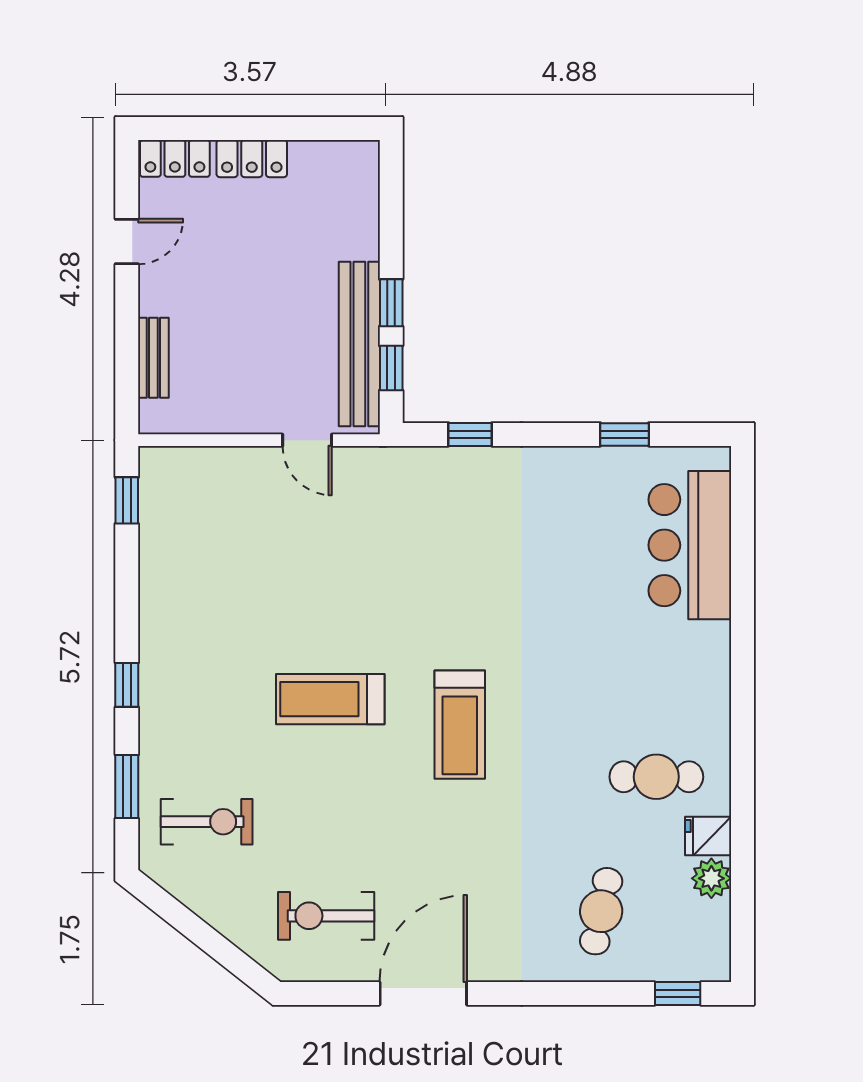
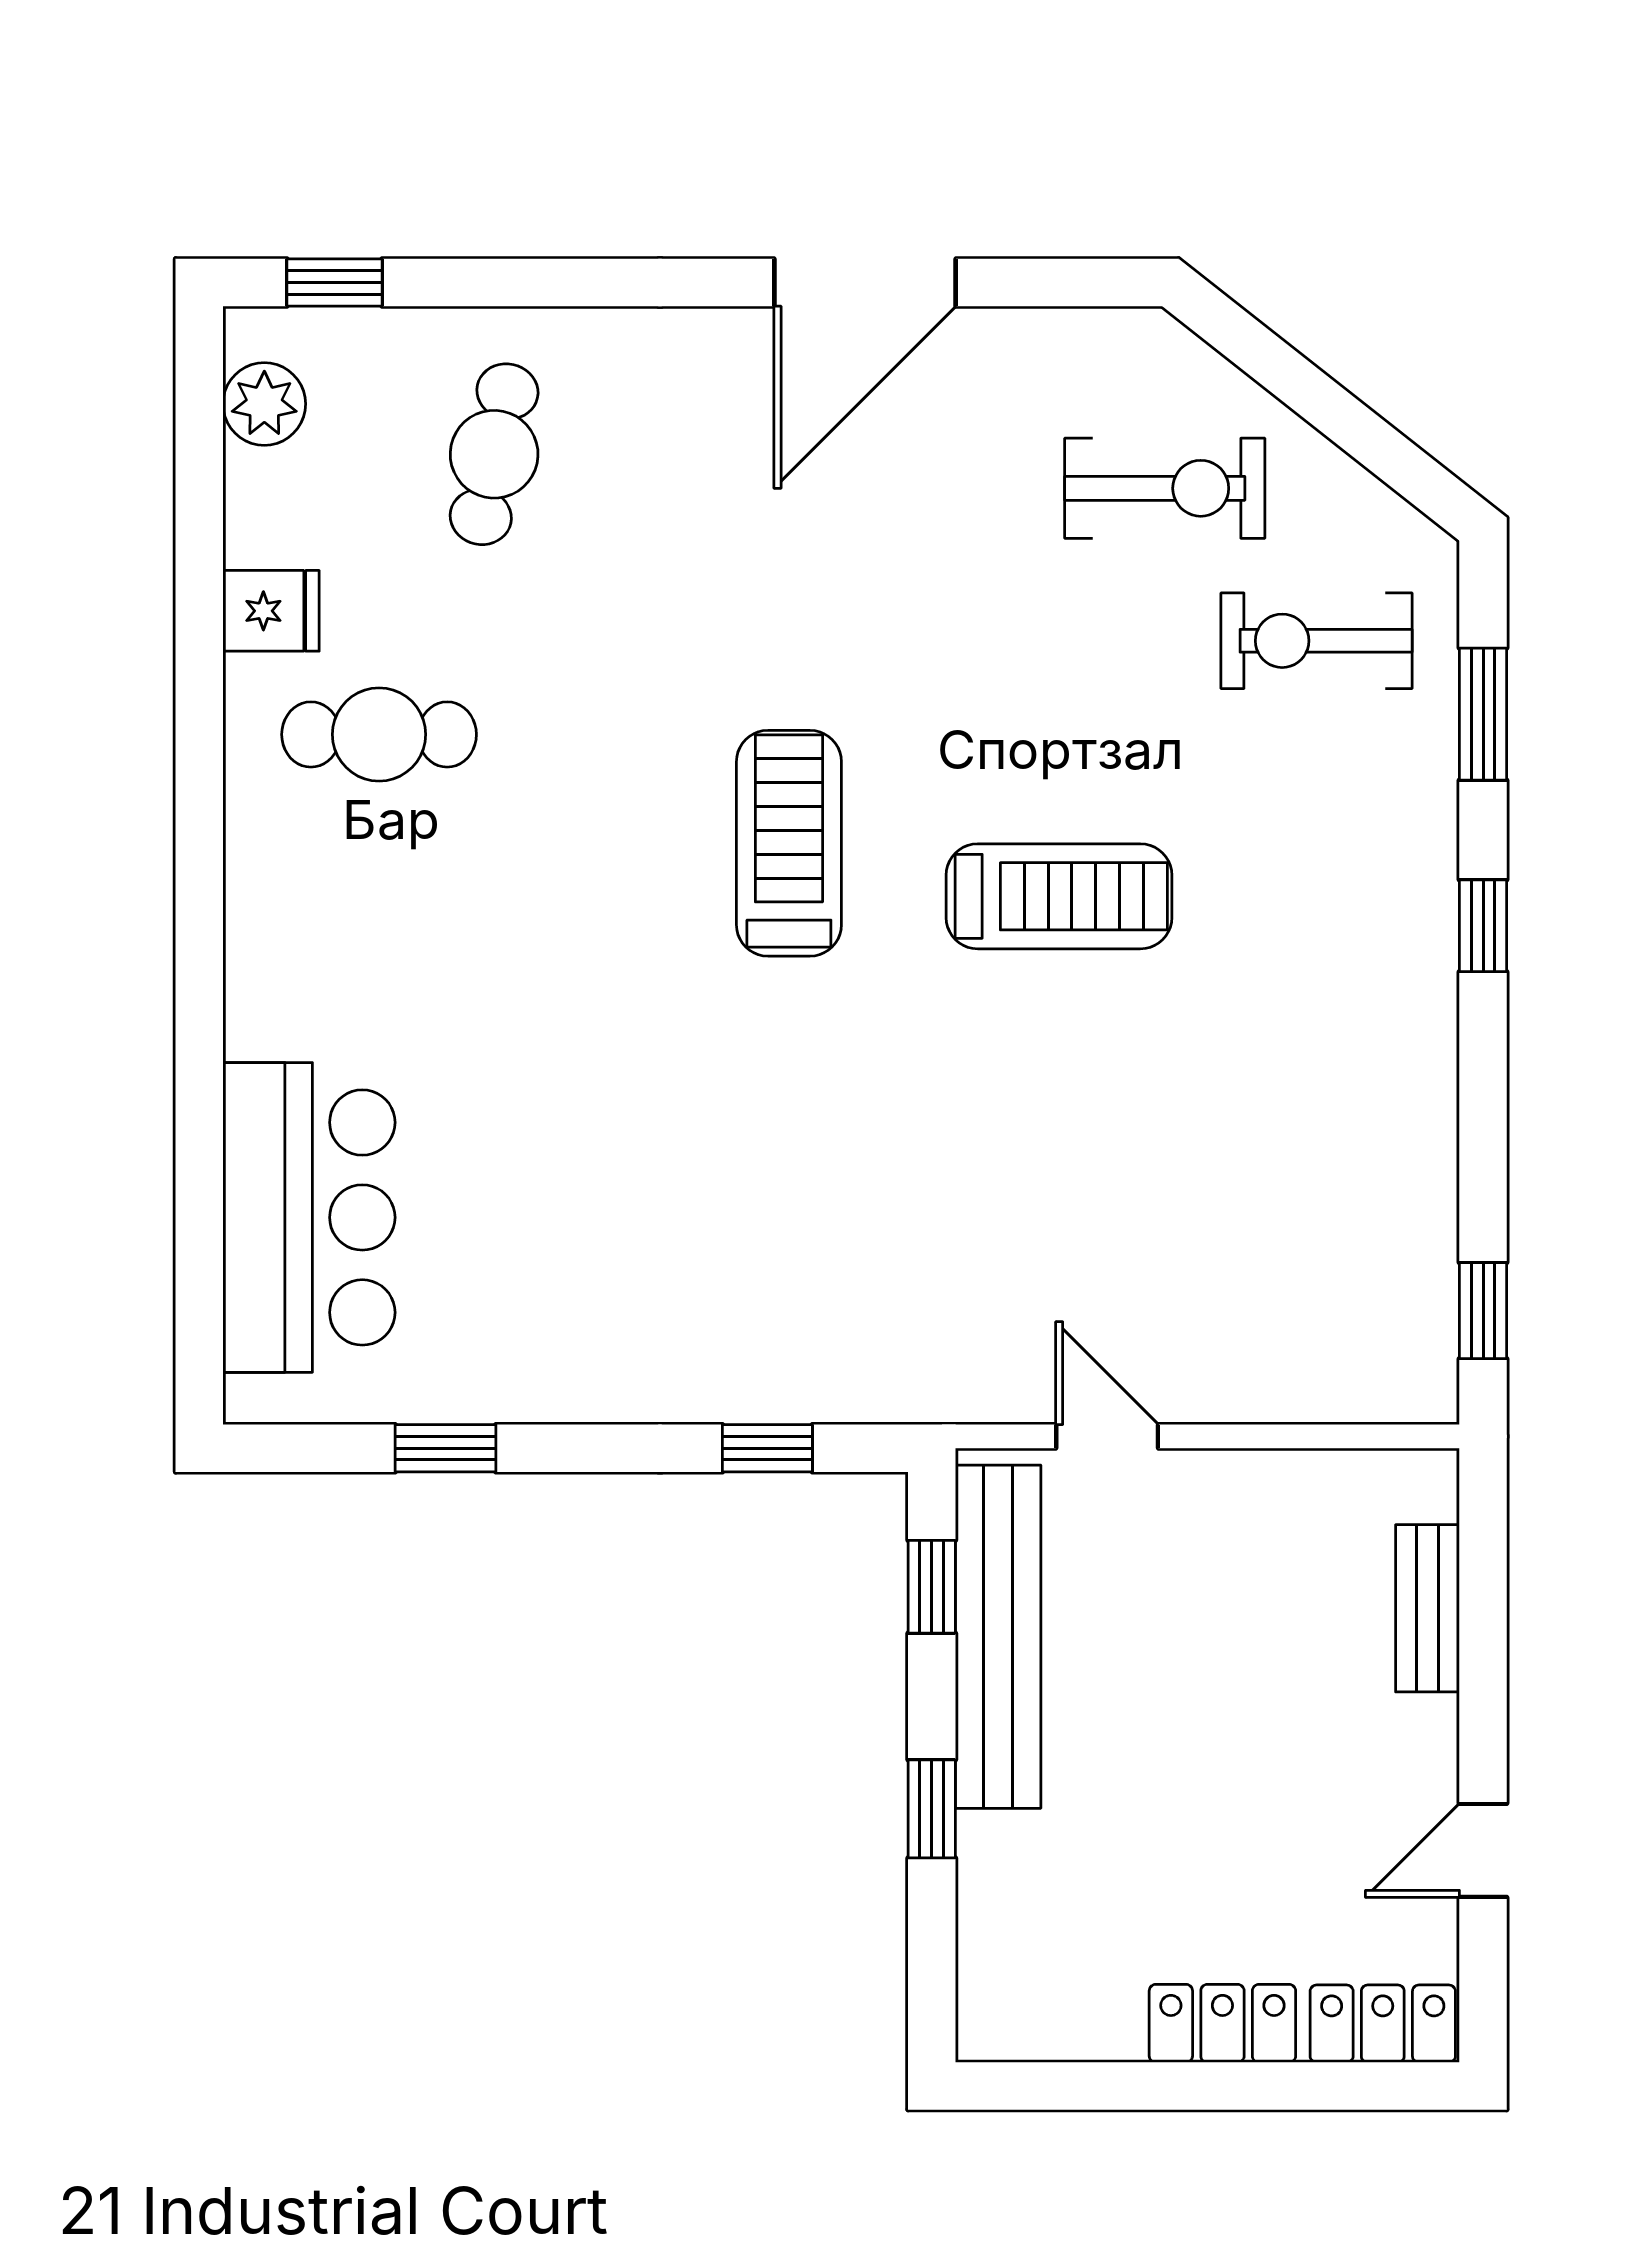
window: (391, 303) -> (932, 1809), moved
plant: (711, 878) -> (264, 404), moved
exercise bike: (326, 916) -> (1165, 488), moved

